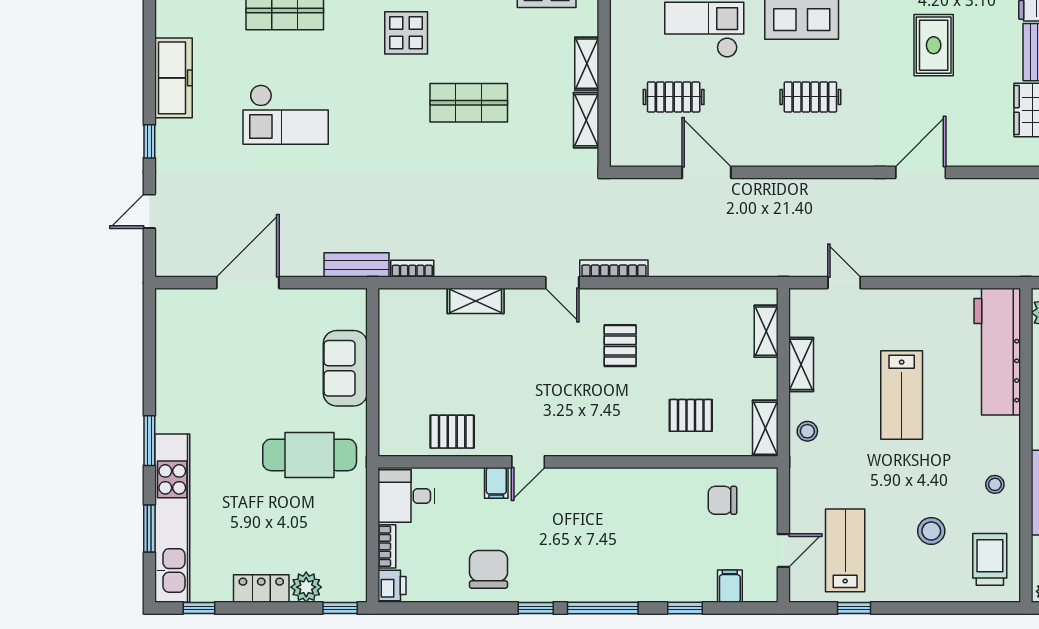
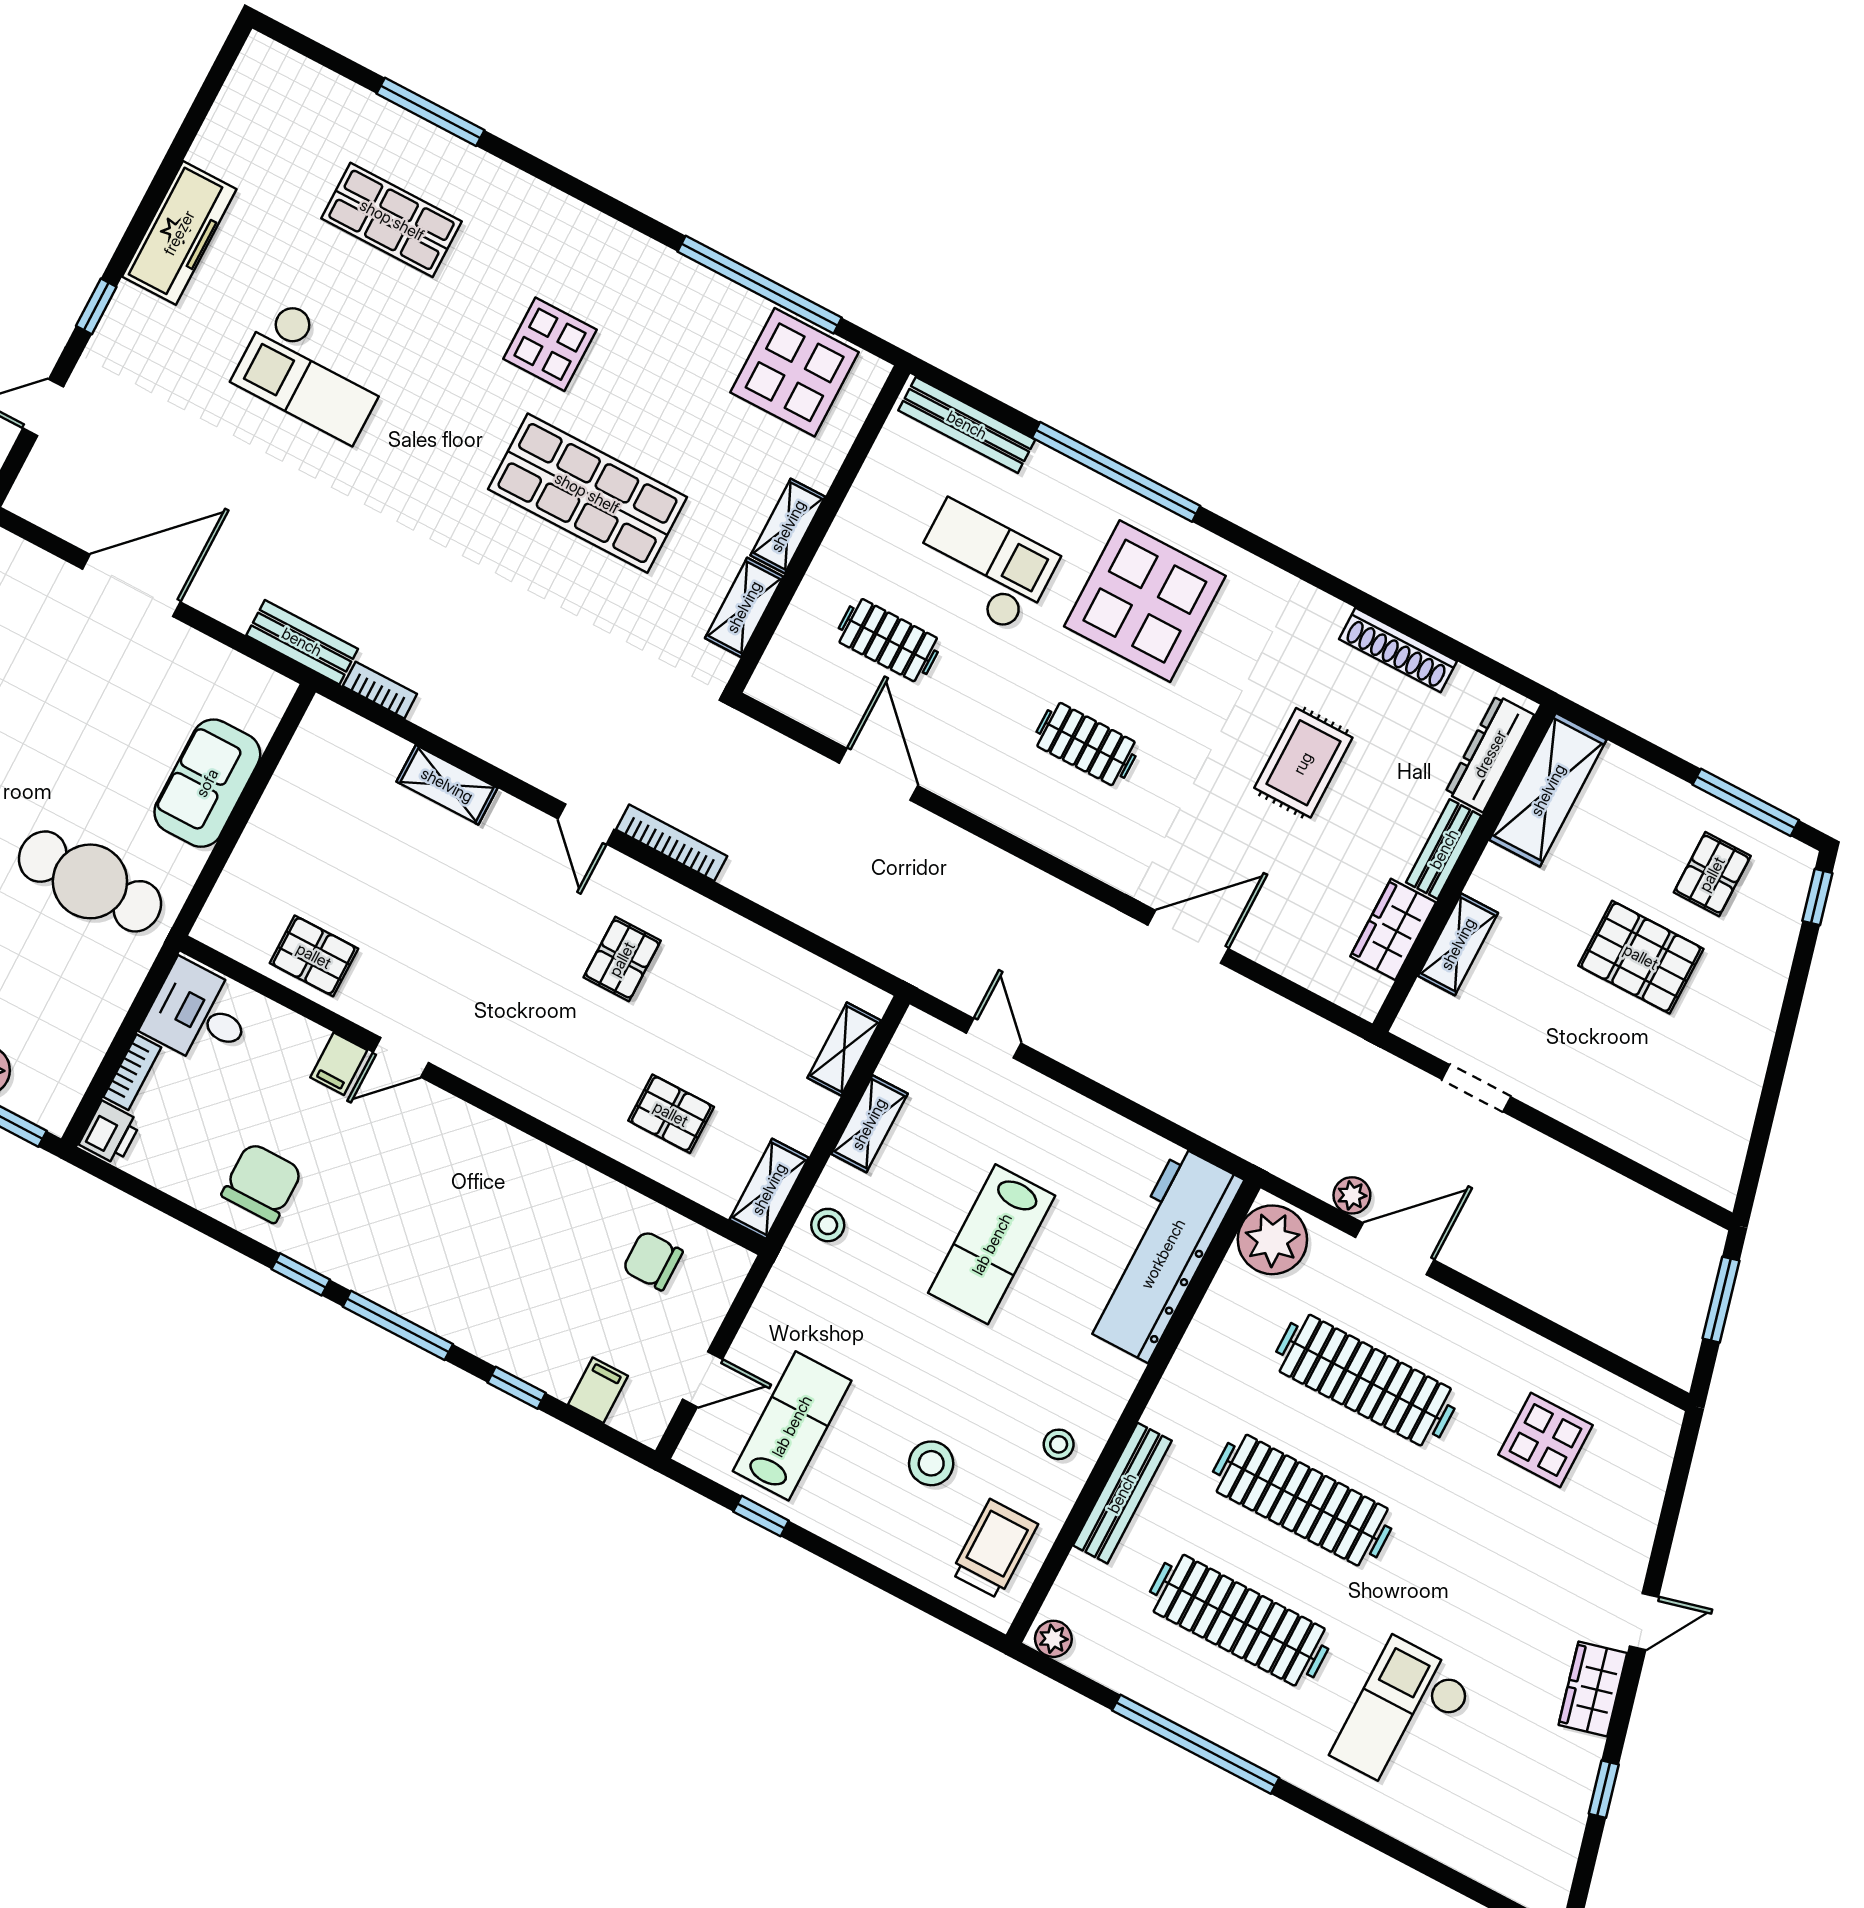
shop shelf: (469, 103) -> (587, 493), width x1.43, depth x1.36

